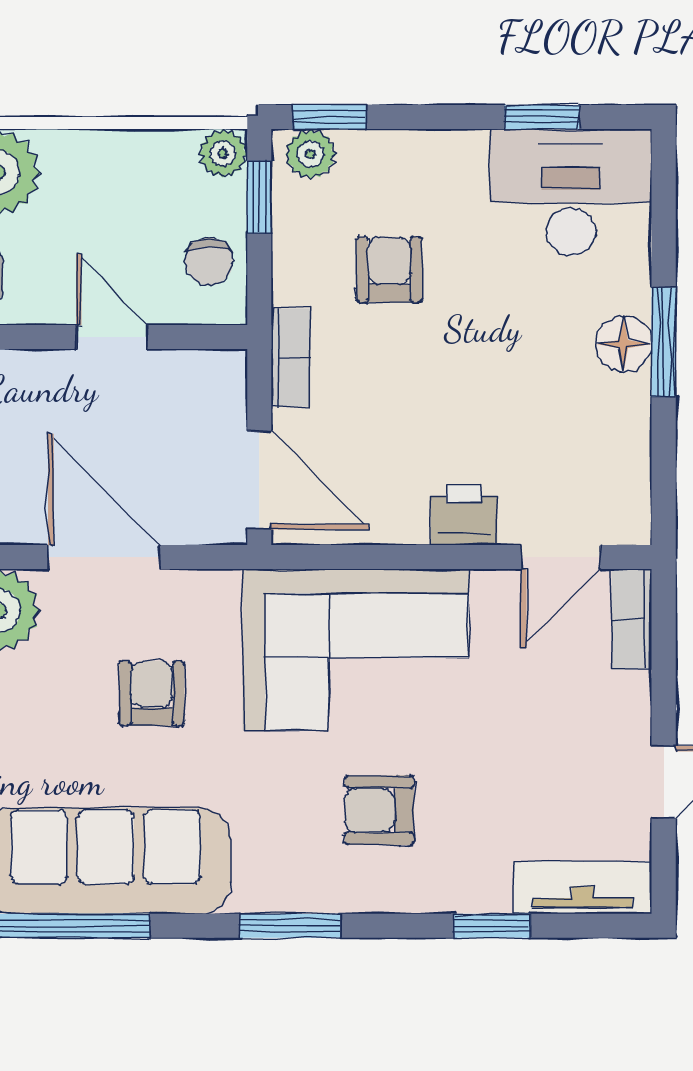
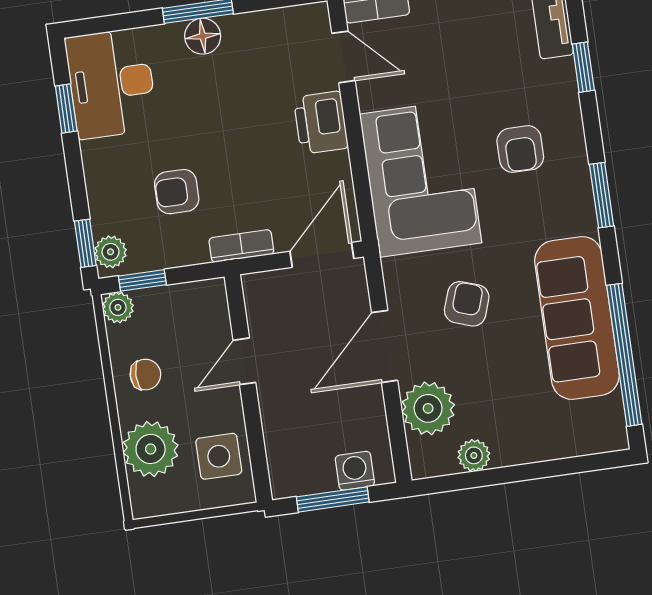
chair: (209, 262) -> (145, 375), moved
printer: (464, 515) -> (321, 123), width x1.36, depth x1.24
armchair: (152, 693) -> (467, 304), turned 109

